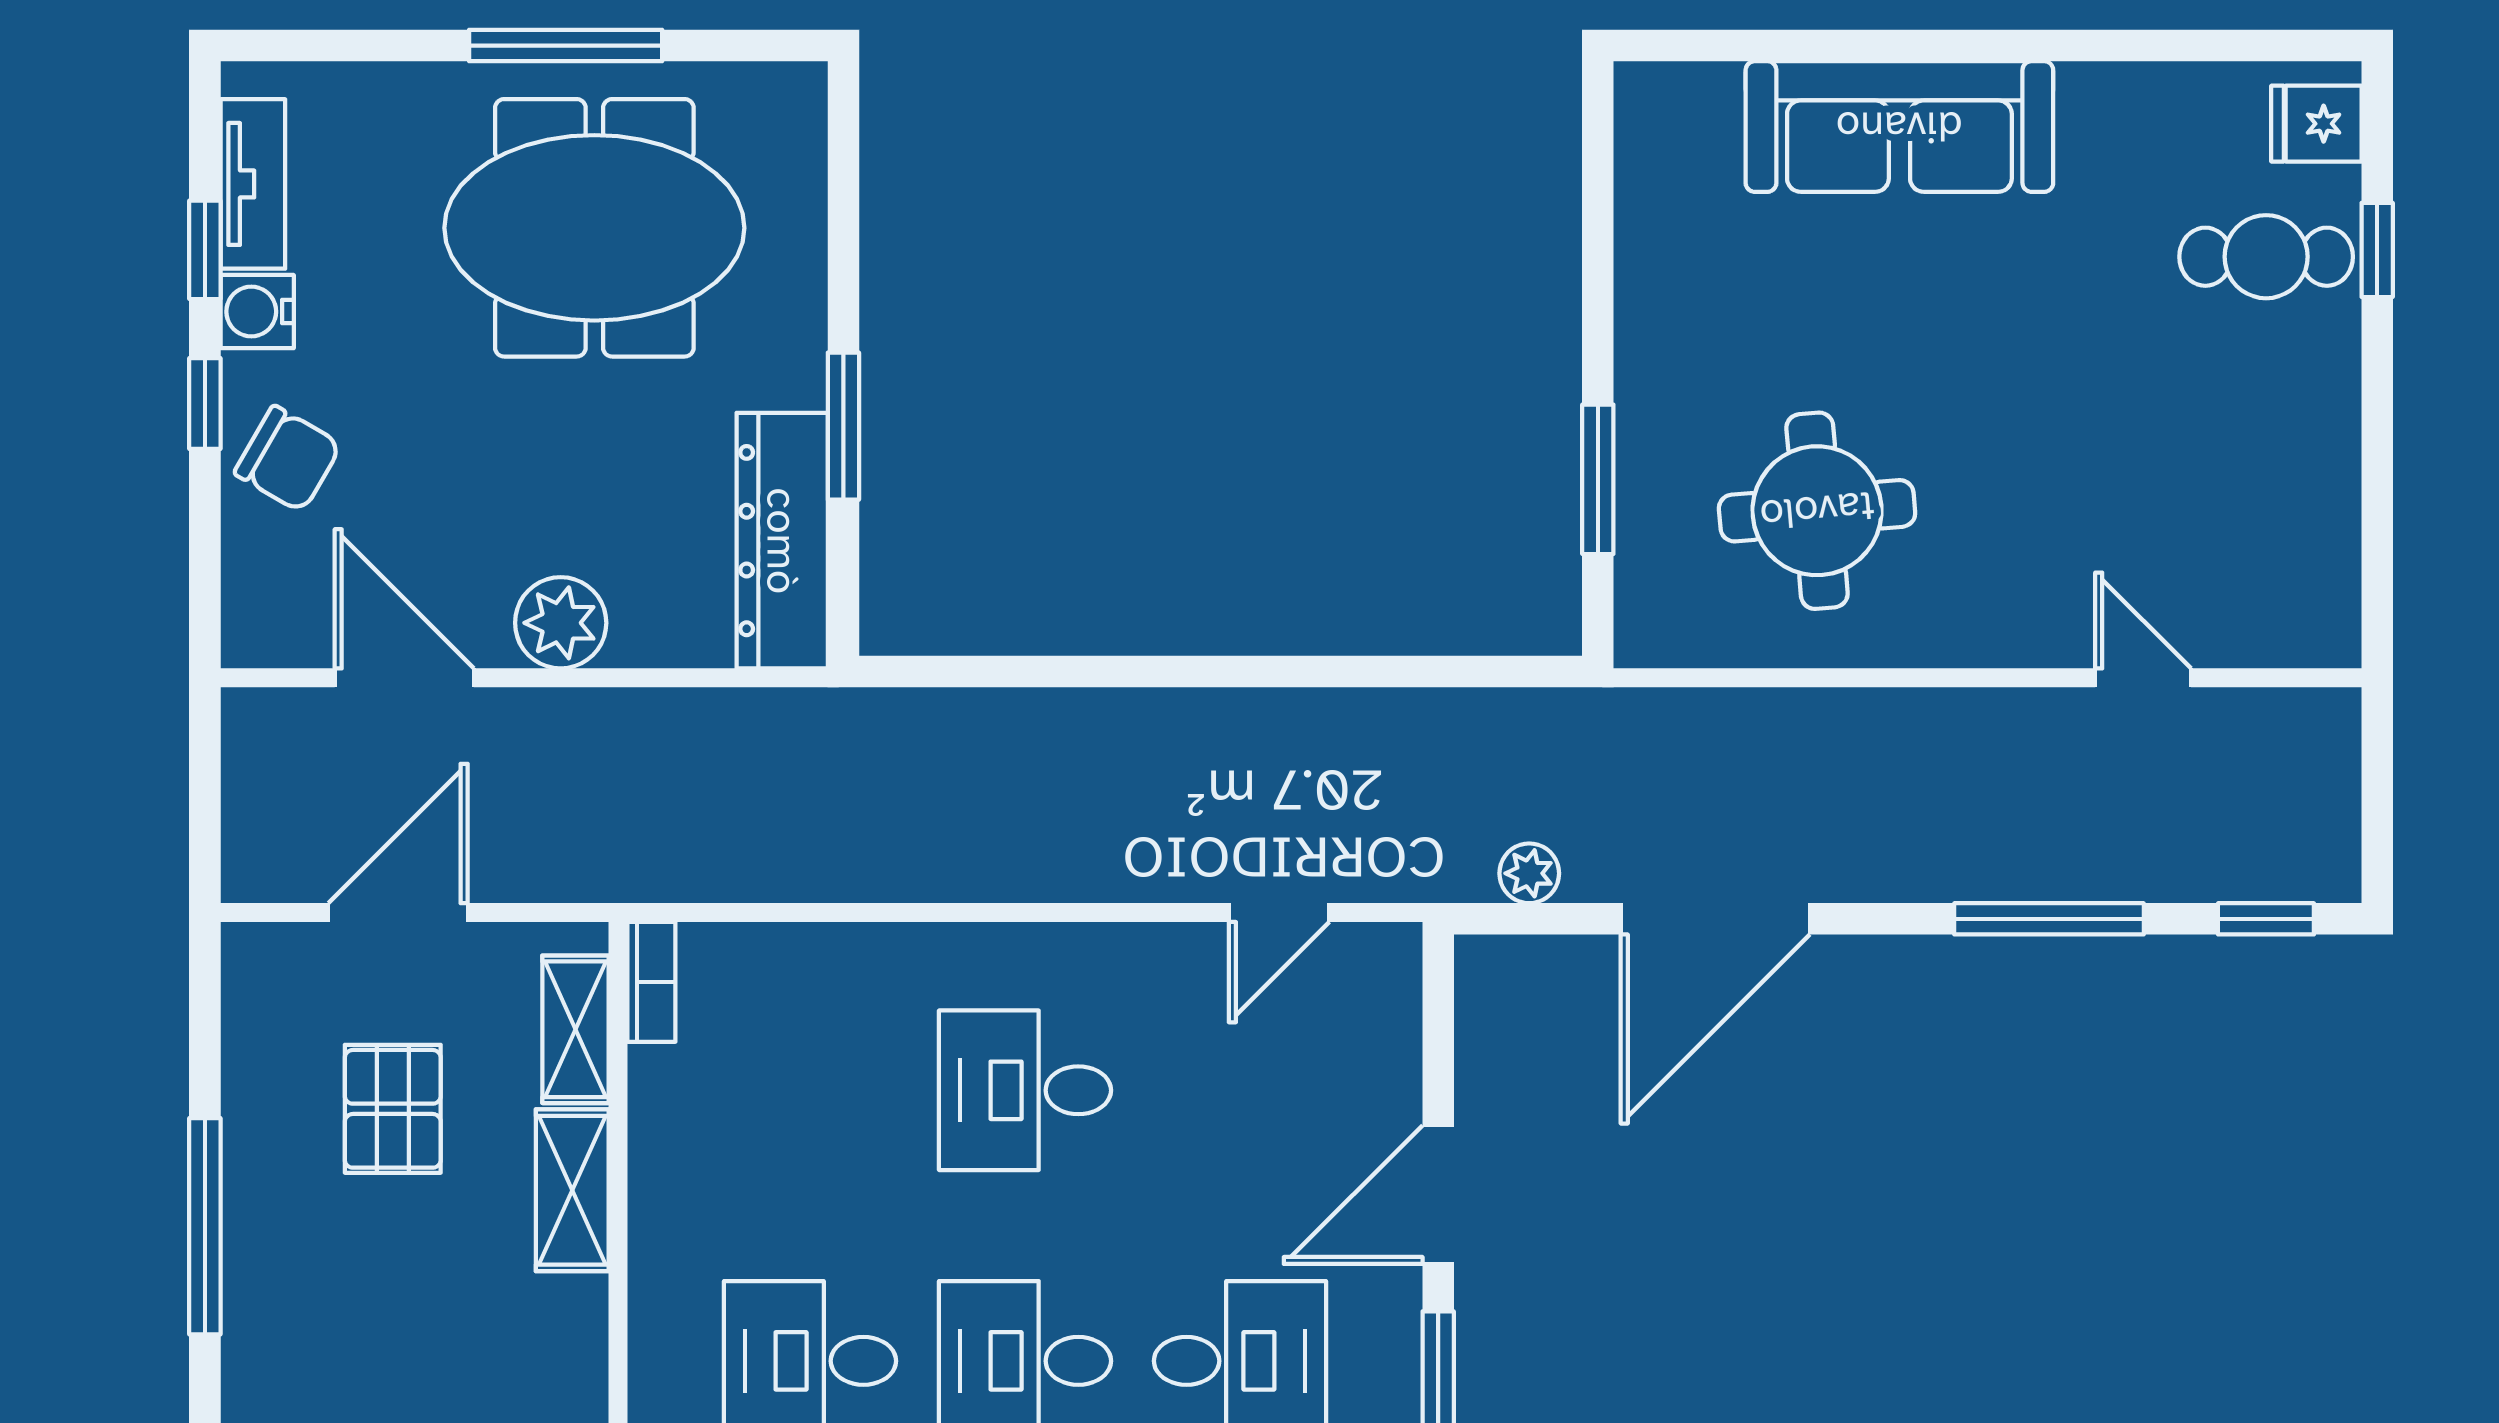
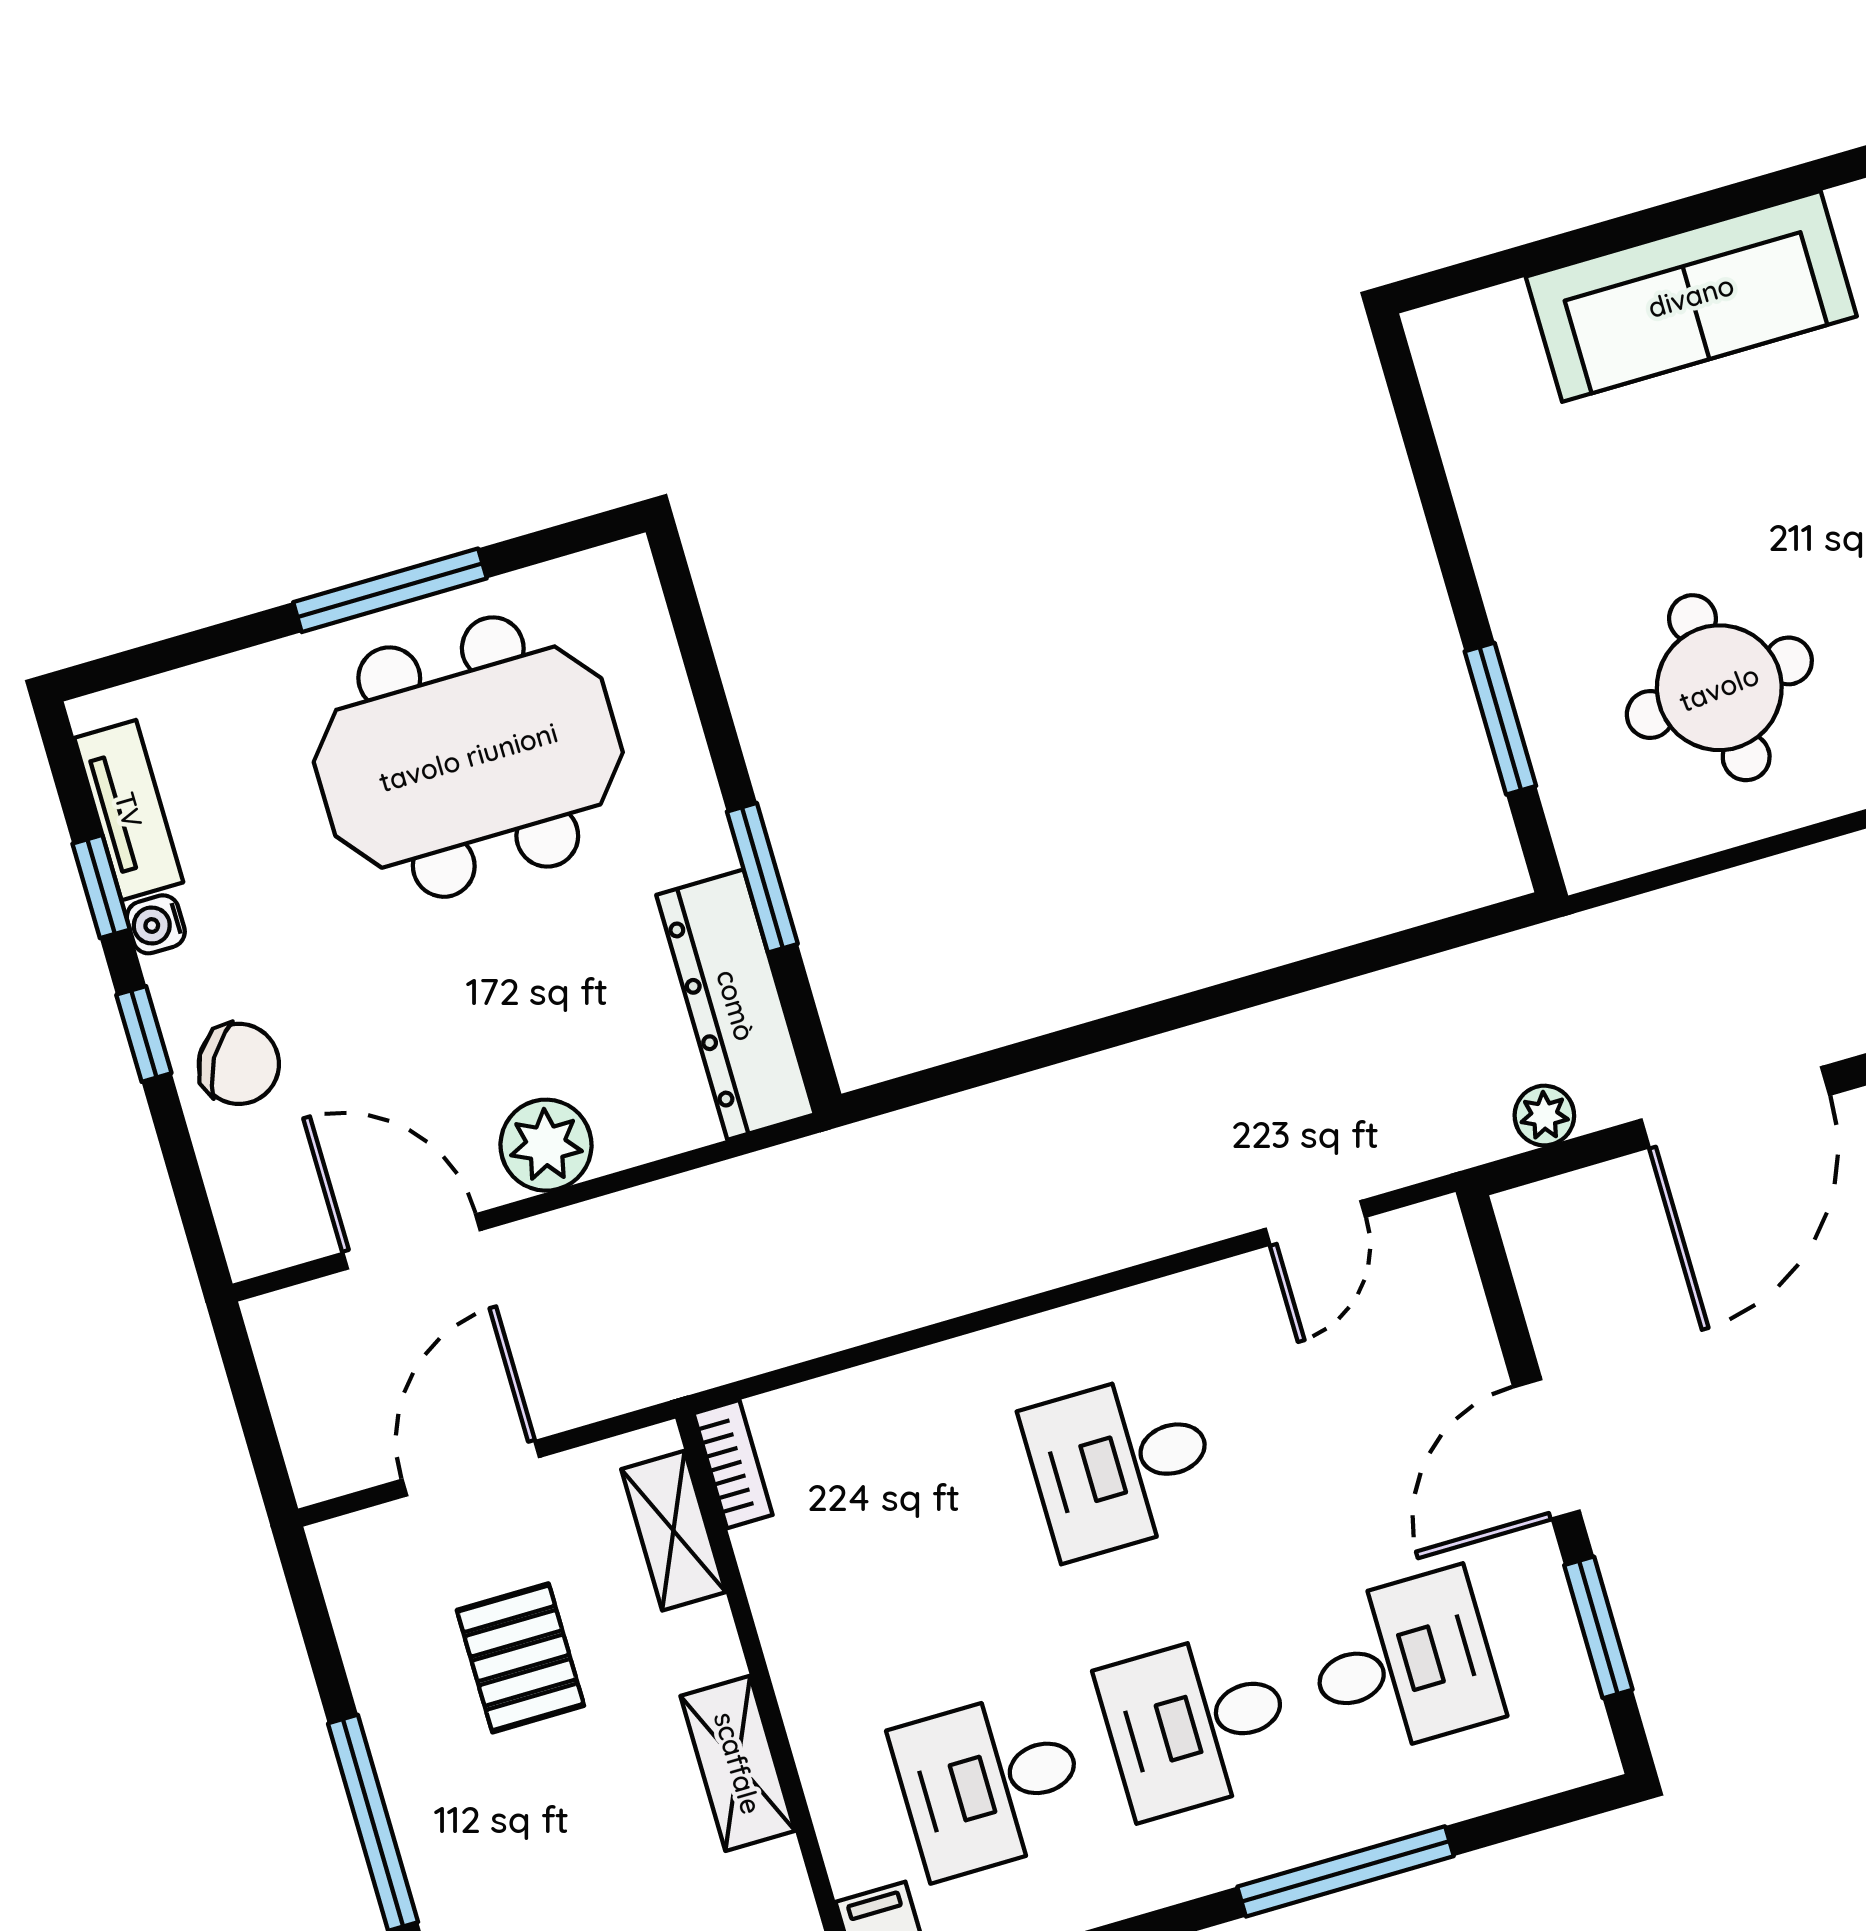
water cooler: (257, 312) -> (156, 924), width x0.72, depth x0.72
shelving: (572, 1190) -> (738, 1763), moved

